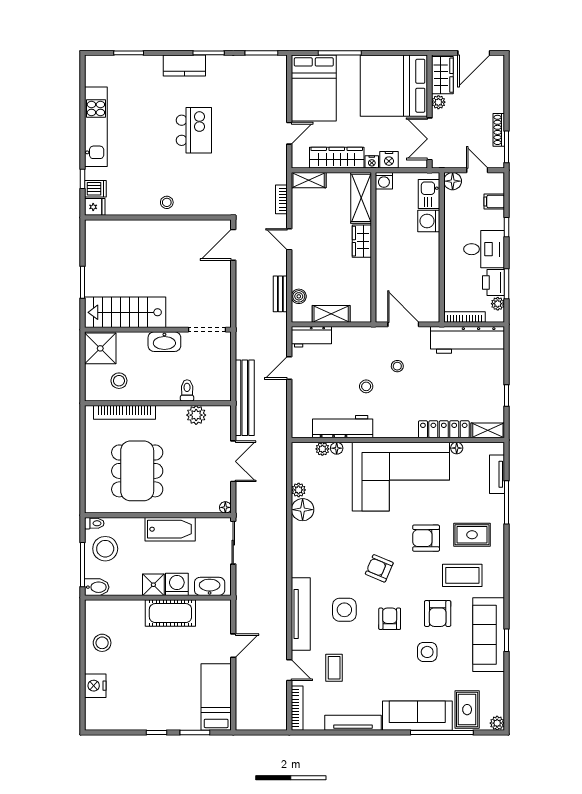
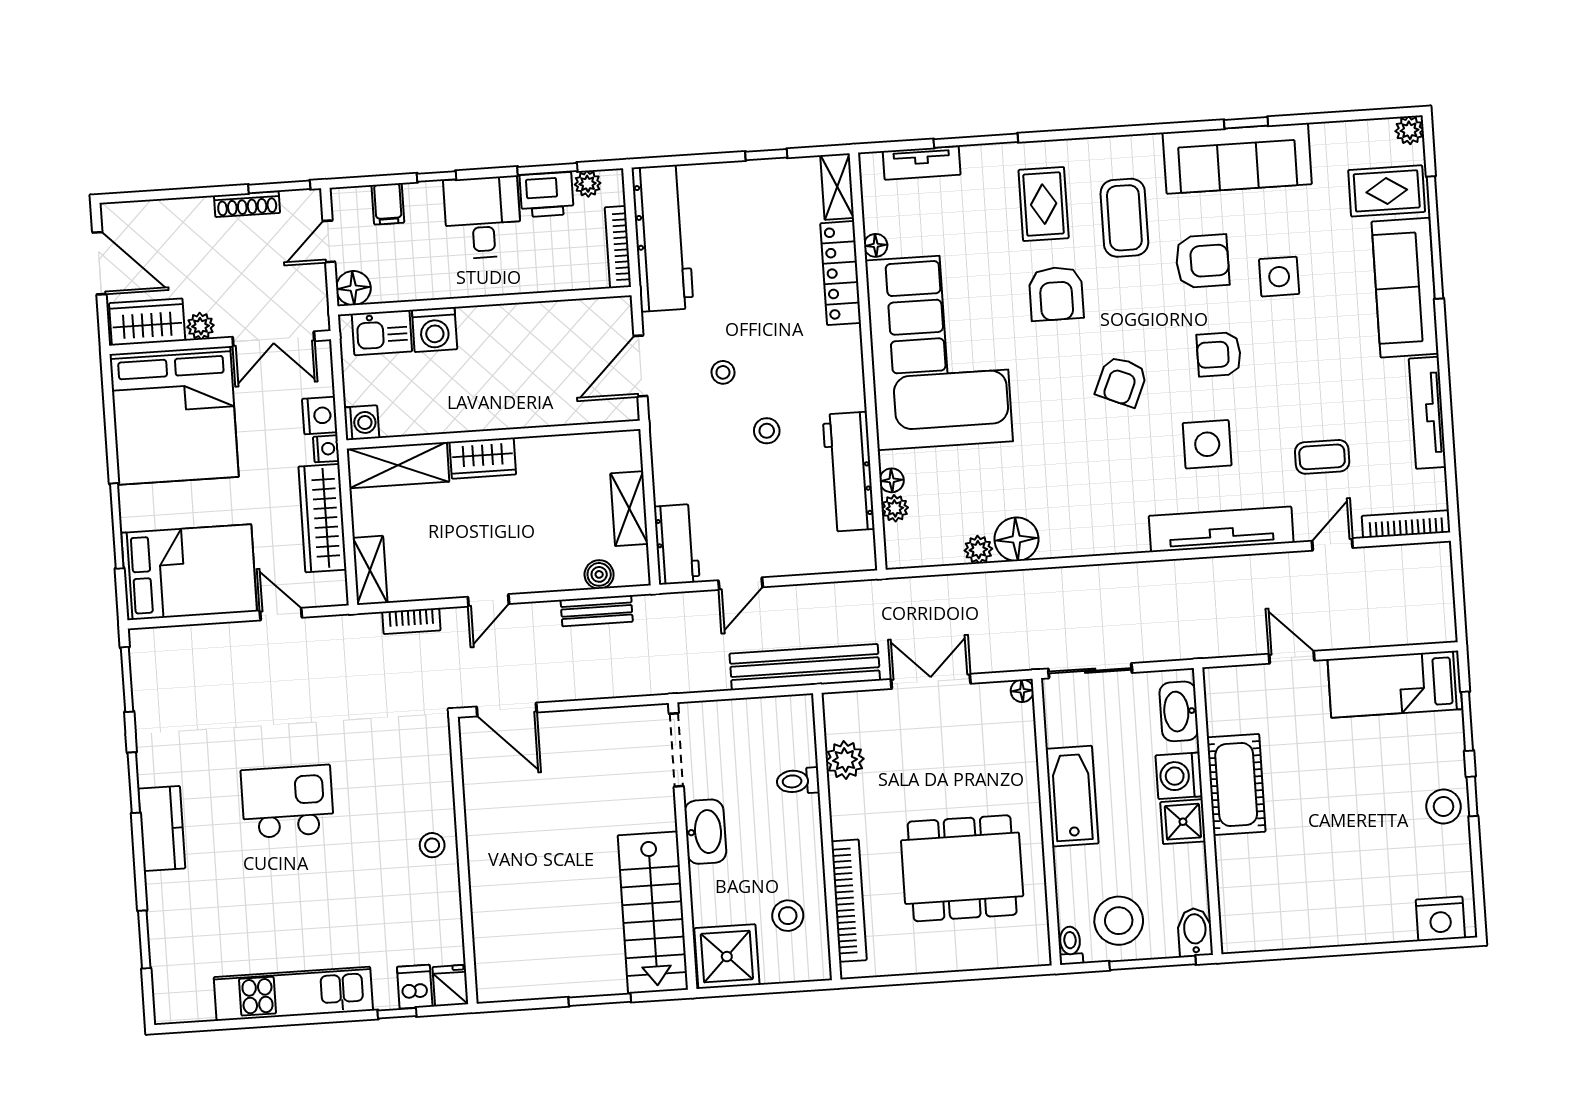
door: (289, 368) -> (741, 584), hinge flipped
stool: (102, 643) -> (1444, 807), moved
nightstand: (95, 686) -> (1440, 919), moved

